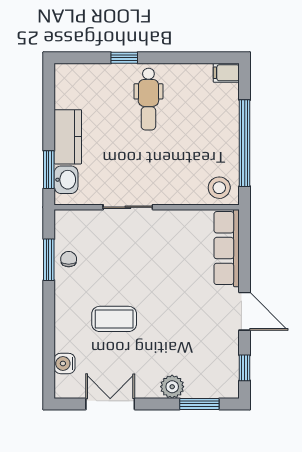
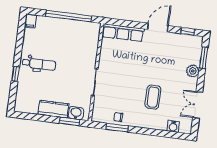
stool: (219, 188) -> (91, 33), removed

